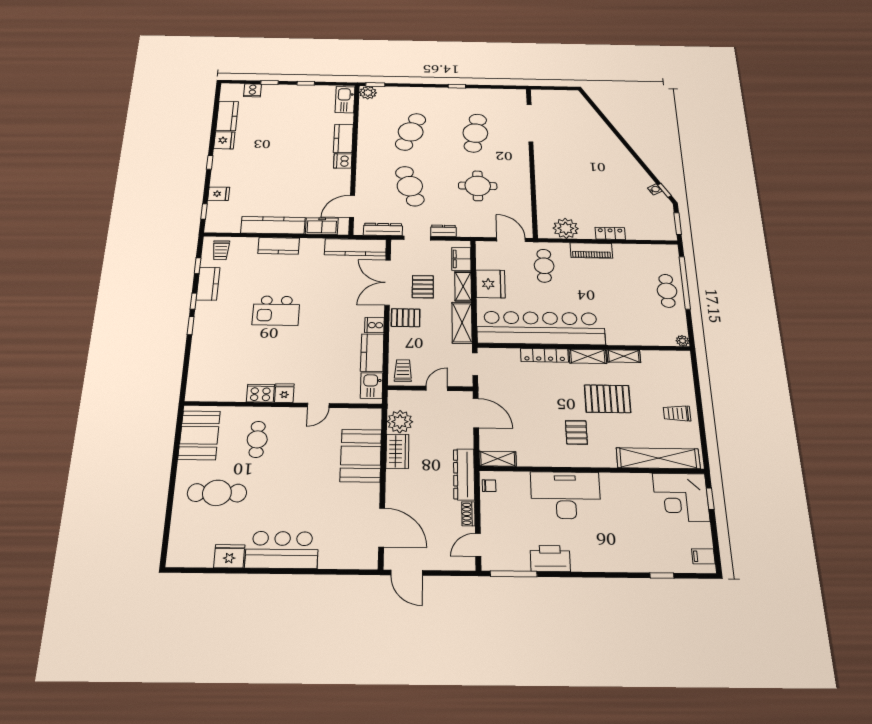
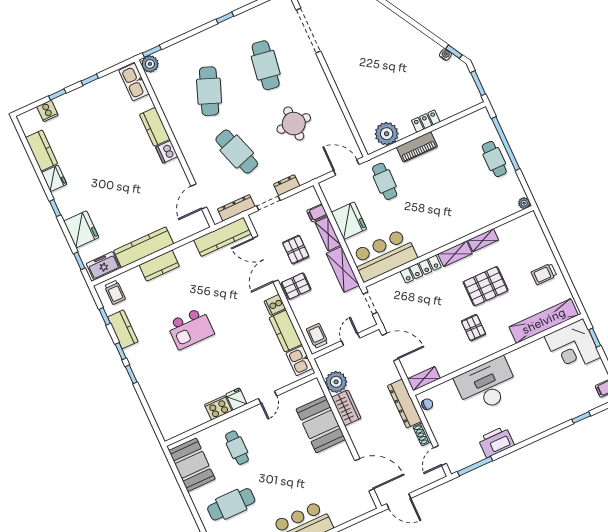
fridge: (219, 194) -> (81, 229), width x1.88, depth x1.34
freezer: (322, 226) -> (103, 266), moved
filing cabinet: (461, 259) -> (317, 213), width x0.50
bar counter: (541, 328) -> (384, 255), width x0.54

